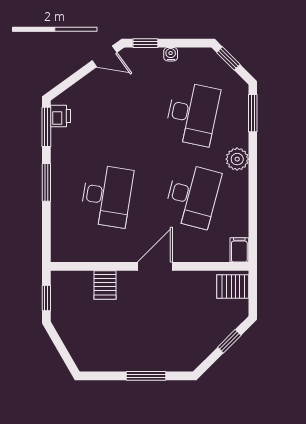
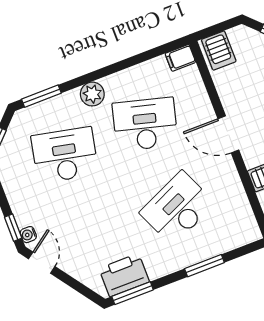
water cooler: (171, 54) -> (28, 235), moved
printer: (60, 116) -> (124, 275), width x1.87, depth x1.48
window: (46, 182) -> (204, 266), moved
desk: (107, 196) -> (177, 208), turned -33

